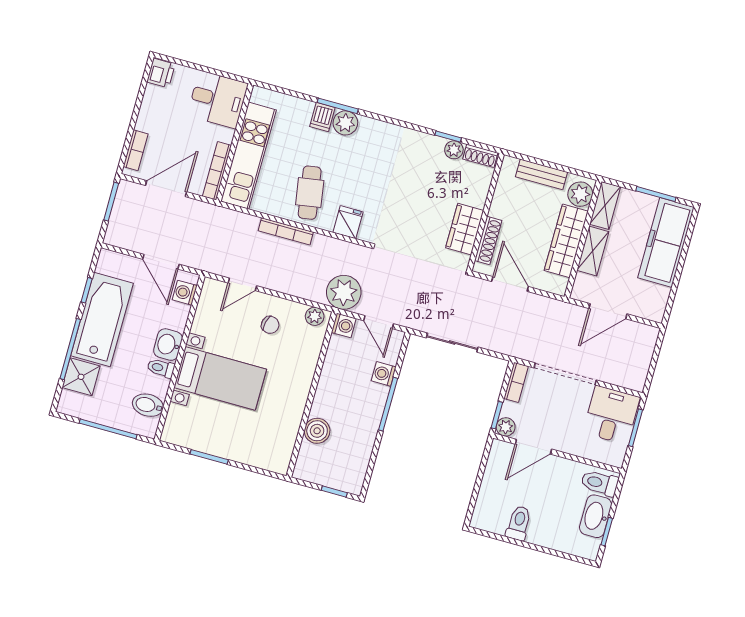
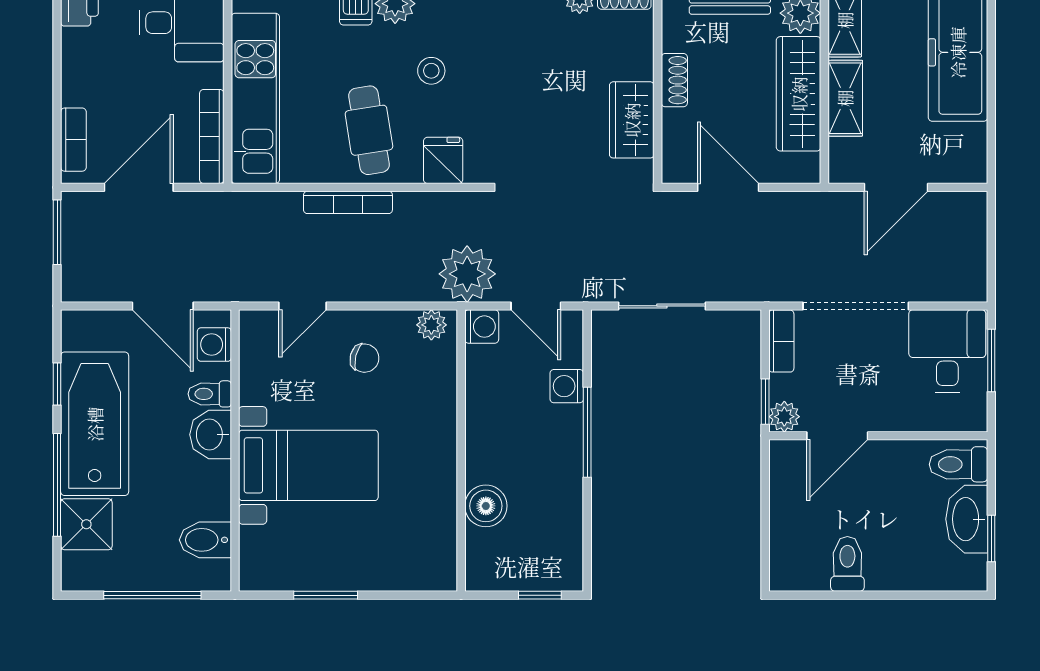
stool: (356, 168) -> (431, 71), added
shoe rack: (488, 241) -> (674, 80), moved, width x0.70
toilet: (161, 368) -> (210, 394), moved

